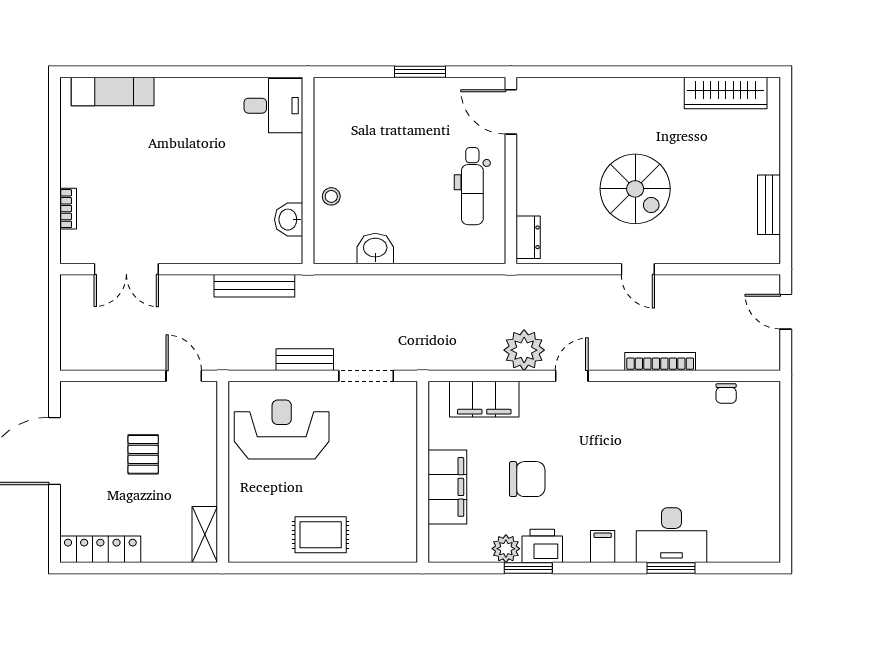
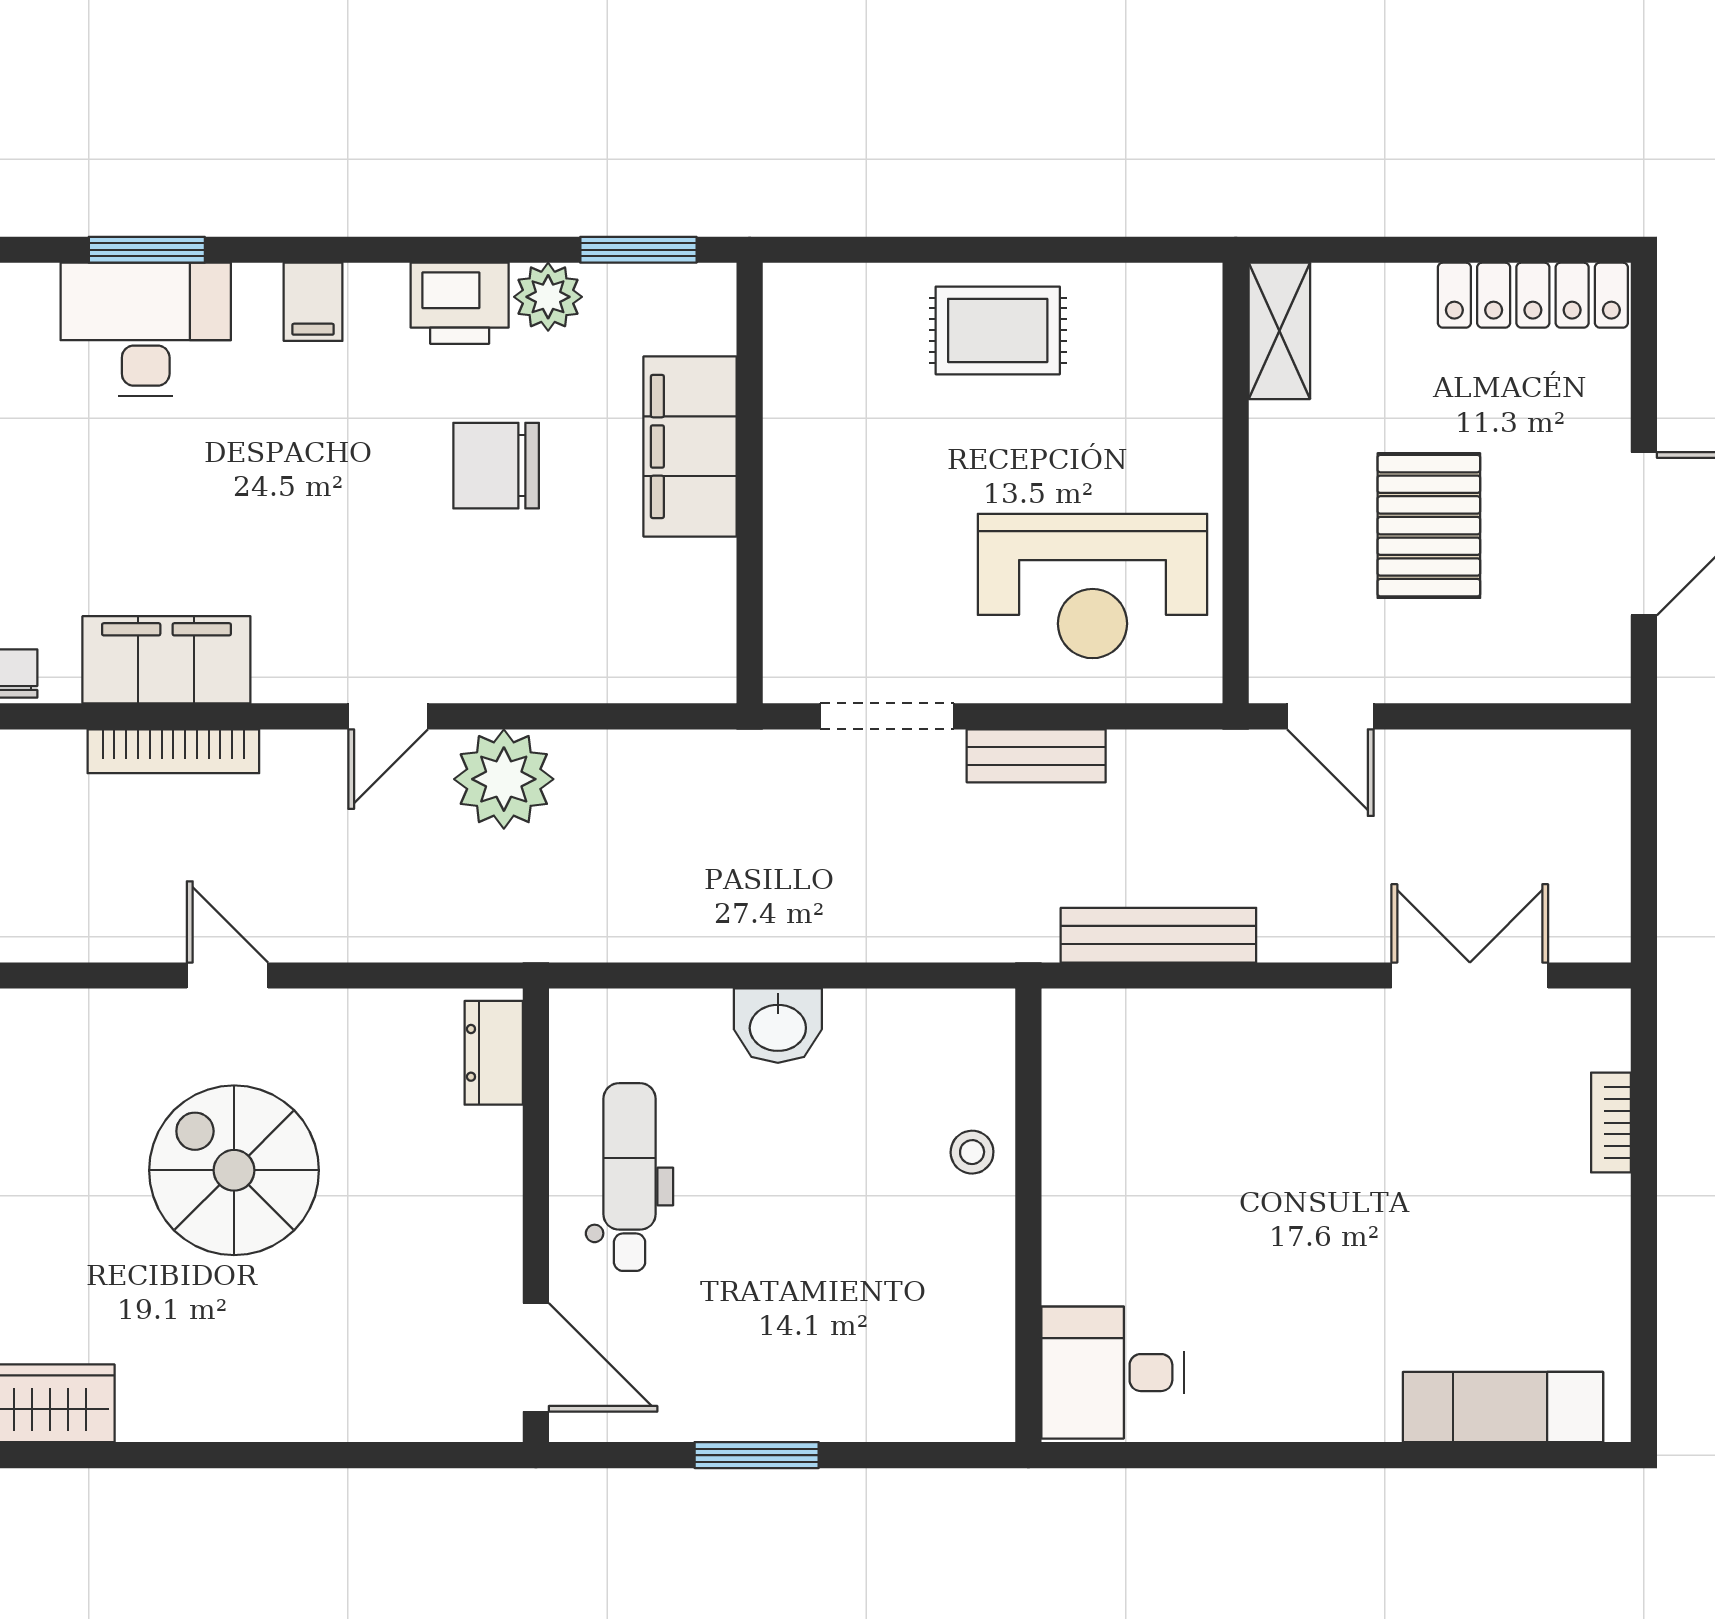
washbasin: (289, 220) -> (1075, 1096), removed
washbasin: (375, 248) -> (778, 1026), moved
filing cabinet: (484, 399) -> (166, 660), moved
pallet: (143, 454) -> (1429, 526), width x1.50, depth x1.42
window: (528, 568) -> (638, 250), moved

